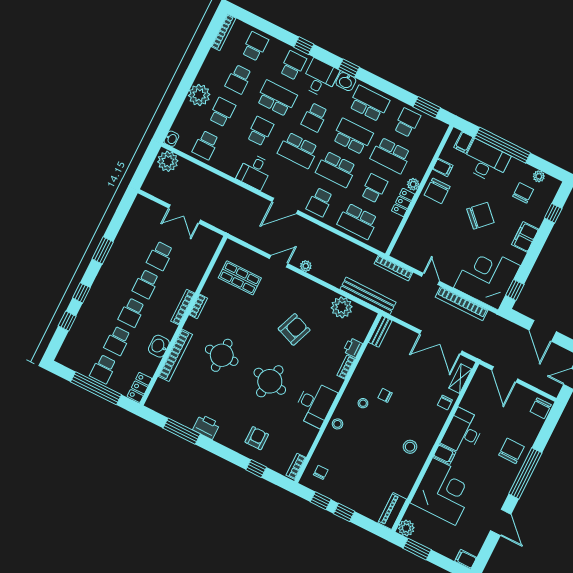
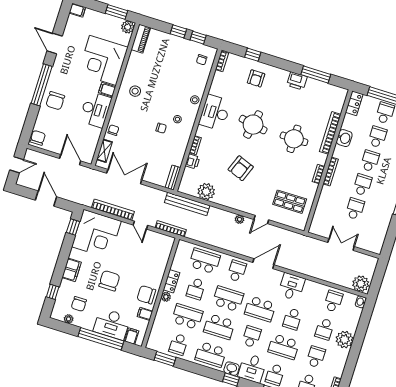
school desk: (298, 150) -> (260, 309), turned 180
chair: (437, 191) -> (146, 295), turned -90
chair: (480, 216) -> (109, 281), turned 135

